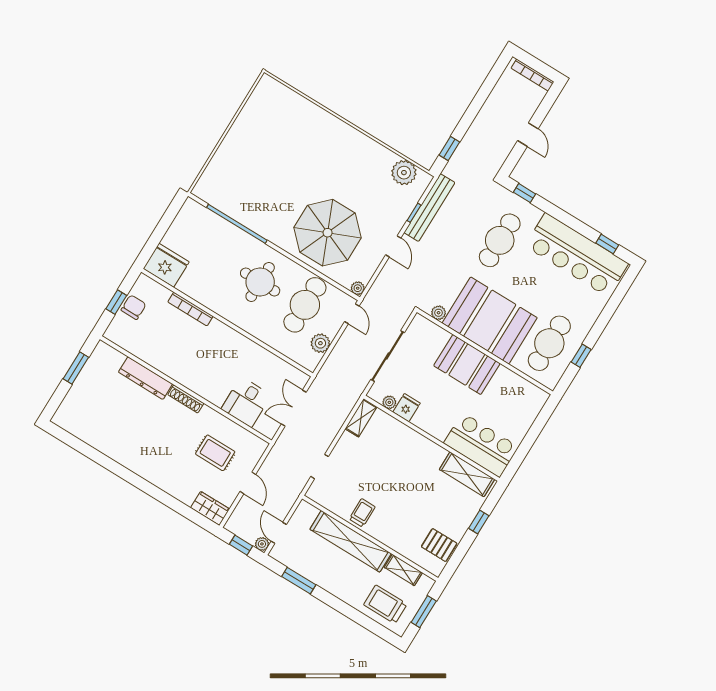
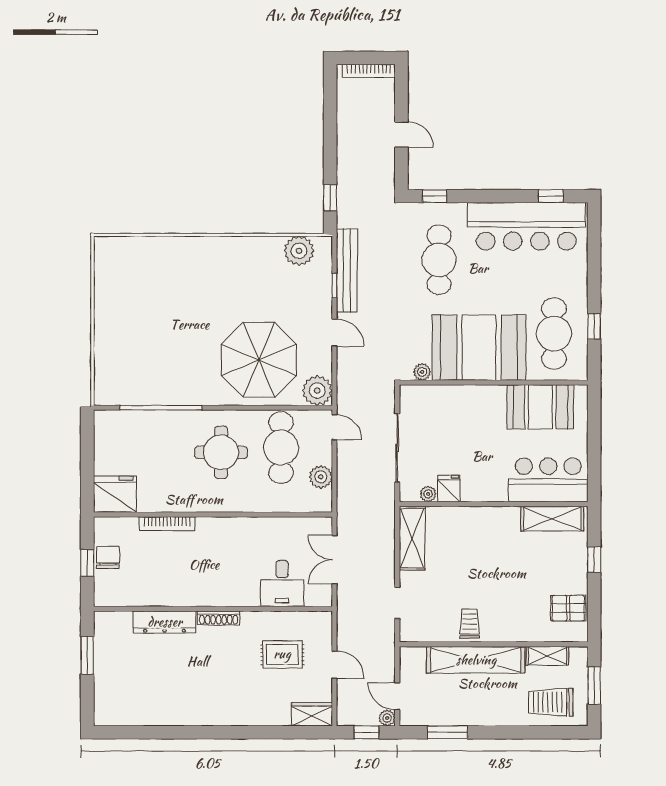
plant: (358, 288) -> (317, 391), width x1.88, depth x1.88
booth: (467, 365) -> (540, 407), moved
shelving: (361, 418) -> (412, 538), width x1.50, depth x1.33

